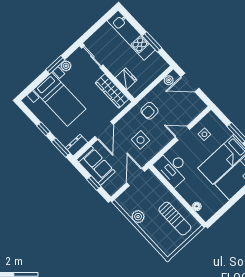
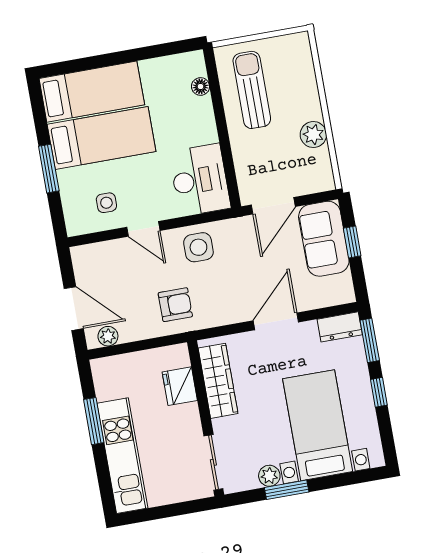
side table: (141, 140) -> (198, 247), moved
sofa: (96, 166) -> (324, 239), moved

